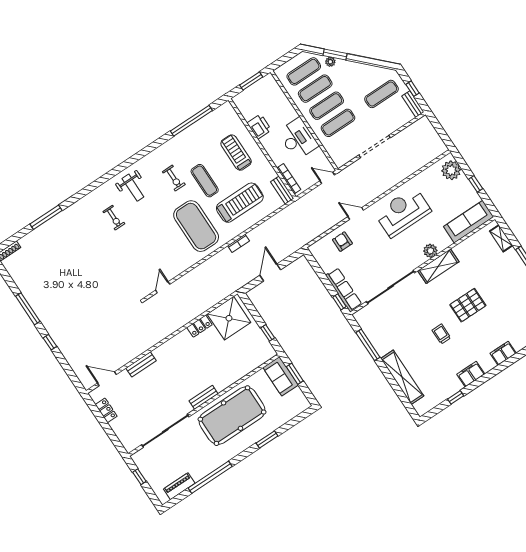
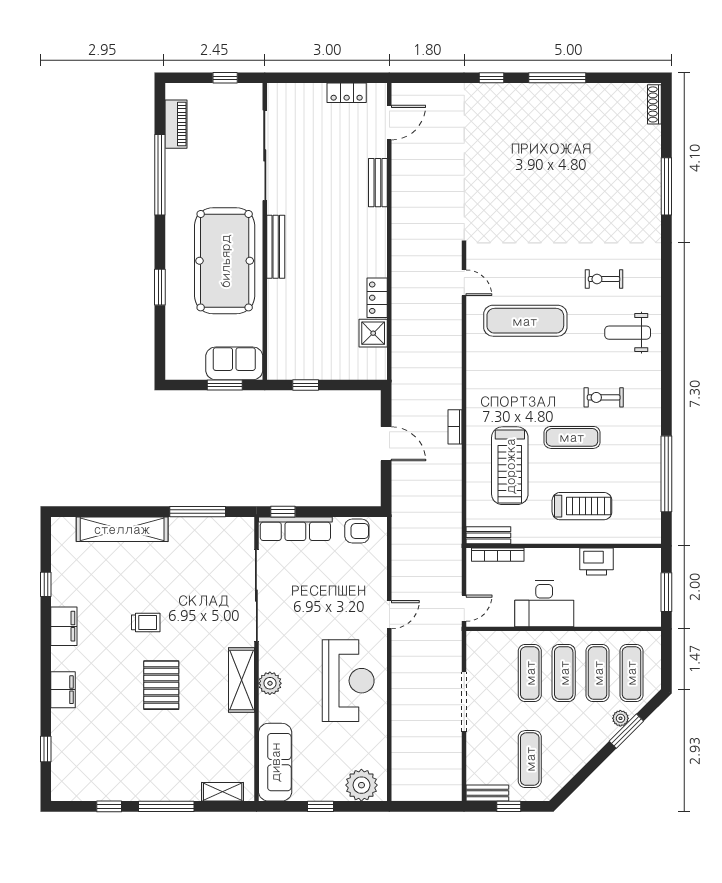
exercise mat: (196, 226) -> (525, 321), moved, width x0.68
armchair: (342, 242) -> (357, 531), moved
shower: (229, 318) -> (373, 333), width x0.54, depth x0.54
bench: (204, 397) -> (276, 247), width x1.36

